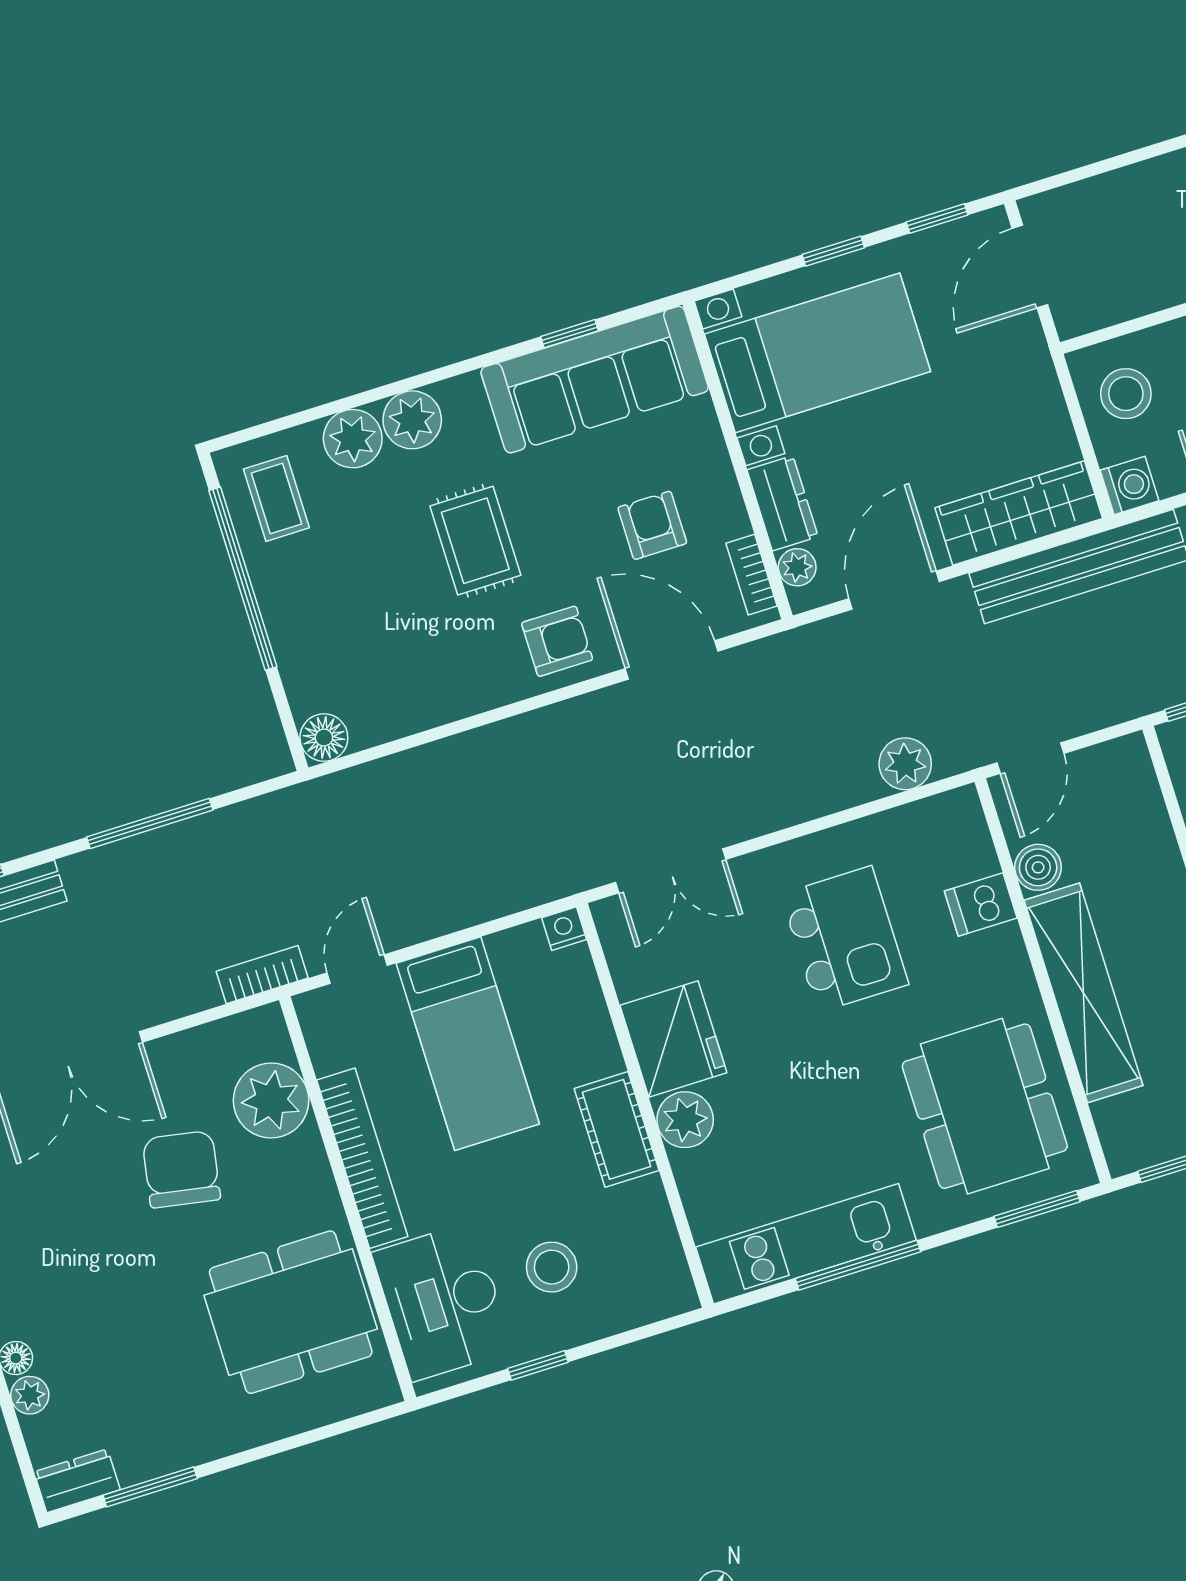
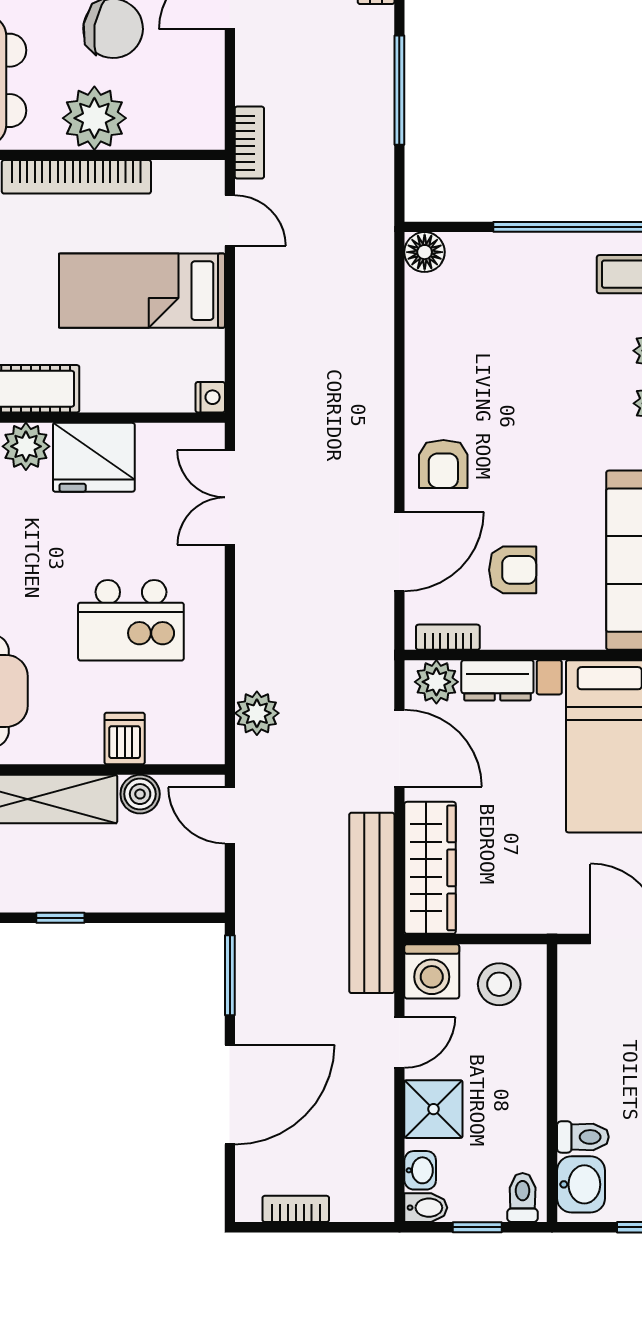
washing machine: (1129, 486) -> (432, 971), width x1.38, depth x1.38
rug: (475, 541) -> (545, 424), removed
plant: (797, 567) -> (436, 682), width x1.38, depth x1.38
plant: (271, 1100) -> (94, 118), moved

